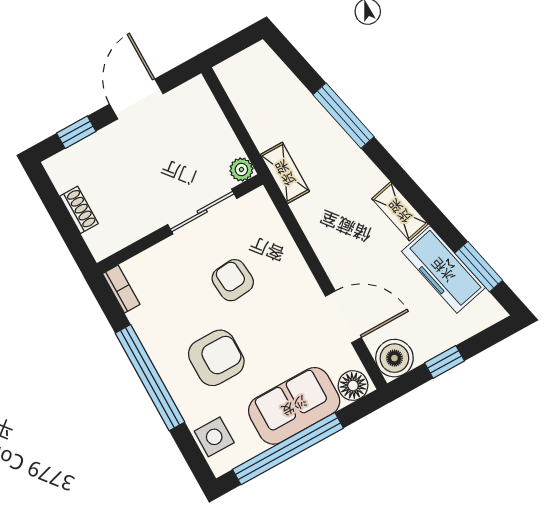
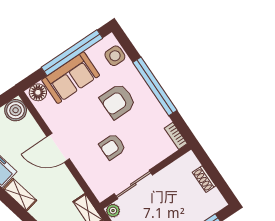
armchair: (233, 280) -> (112, 147), turned 95
door: (343, 317) -> (58, 148), moved

